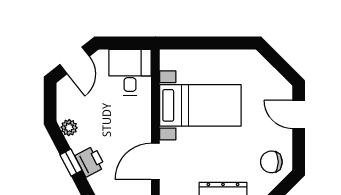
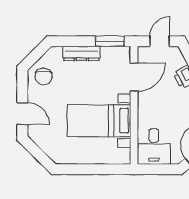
chair: (271, 162) -> (44, 77), turned 90

